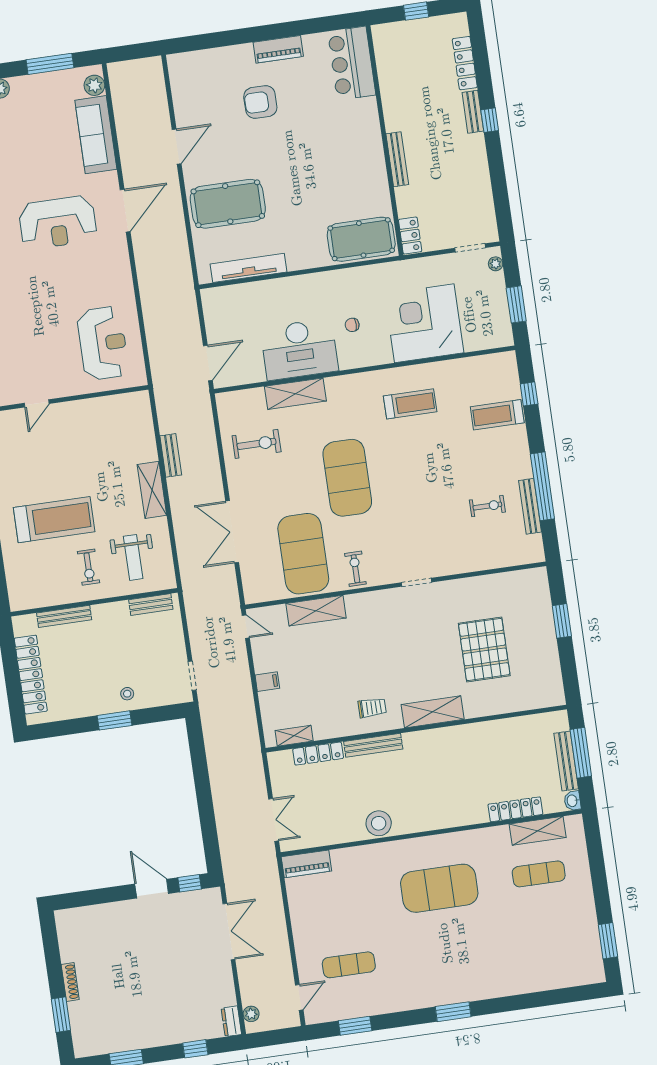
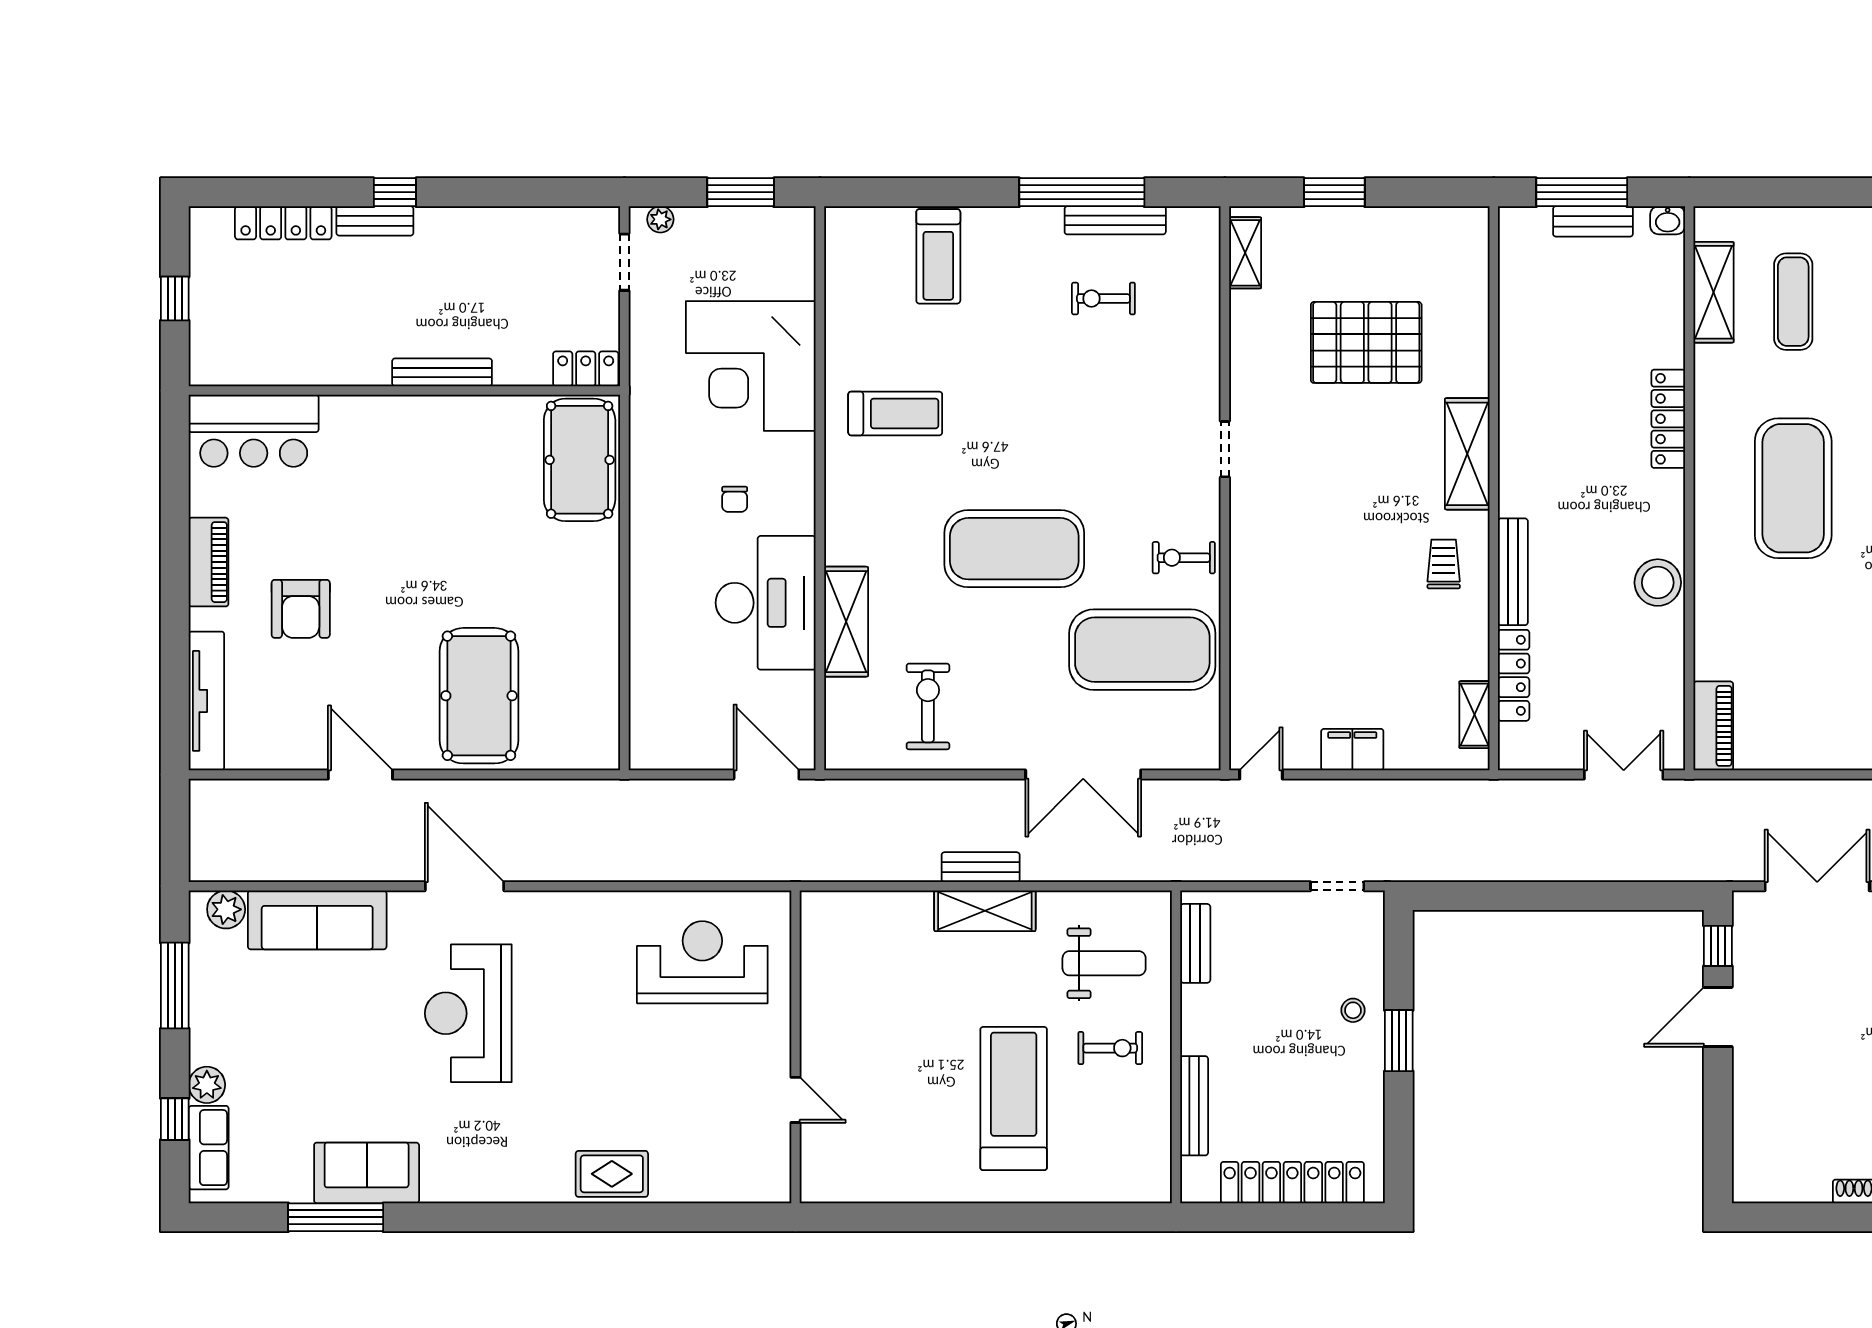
reception desk: (58, 222) -> (468, 1013), turned 180
tv unit: (248, 268) -> (206, 701), moved, turned 180
window: (529, 394) -> (908, 192), removed
treadmill: (410, 404) -> (895, 413), turned 90
bench: (171, 455) -> (981, 867), moved
exercise bike: (487, 506) -> (1103, 299), turned -90
shelving: (316, 611) -> (1245, 253), moved, width x0.67, depth x0.75
filing cabinet: (267, 682) -> (1352, 750), width x2.00
bench: (566, 761) -> (1593, 221), width x0.73
locker: (515, 809) -> (1668, 419), moved

